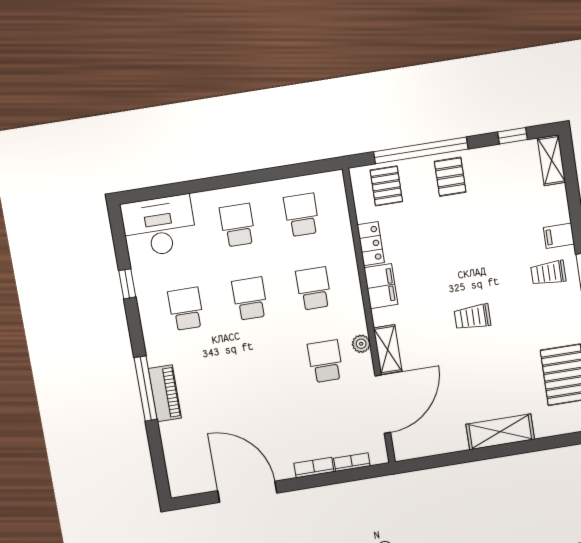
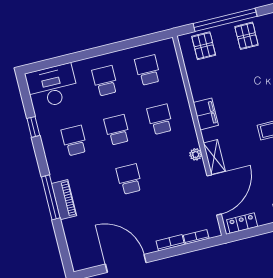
locker: (371, 244) -> (242, 223), moved, turned -90
school desk: (325, 361) -> (129, 179), moved

